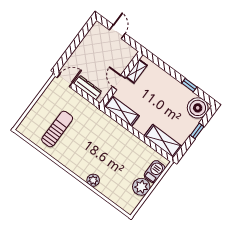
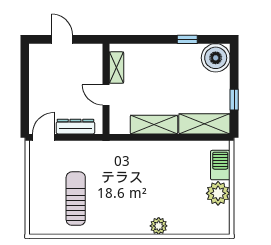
shelving: (122, 111) -> (154, 125), moved
window: (197, 131) -> (234, 100), moved

